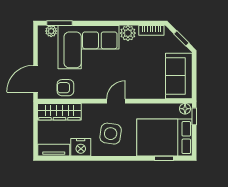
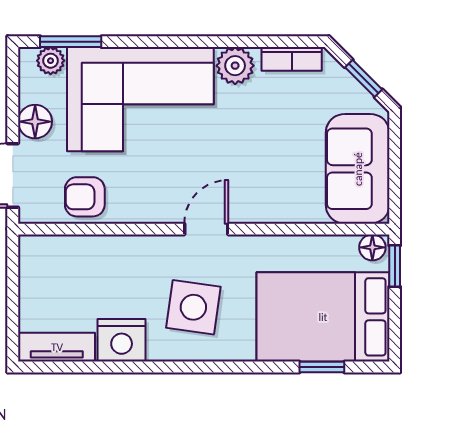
floor lamp: (45, 56) -> (35, 122), added
wardrobe: (59, 112) -> (70, 255), removed

